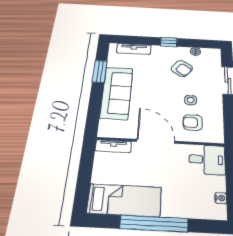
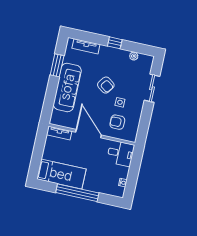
armchair: (182, 69) -> (106, 85), moved

